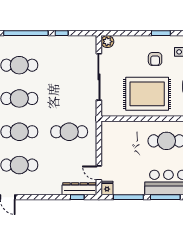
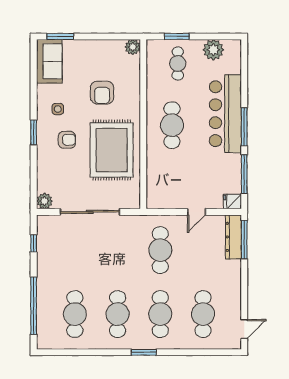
window: (62, 33) -> (34, 243), moved
door: (99, 173) -> (197, 212), moved
window: (77, 197) -> (244, 240), width x2.17

